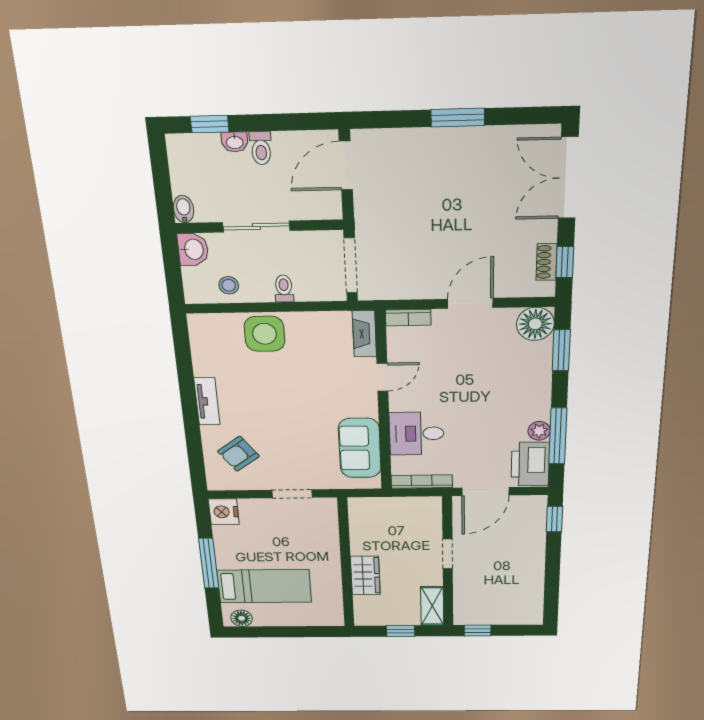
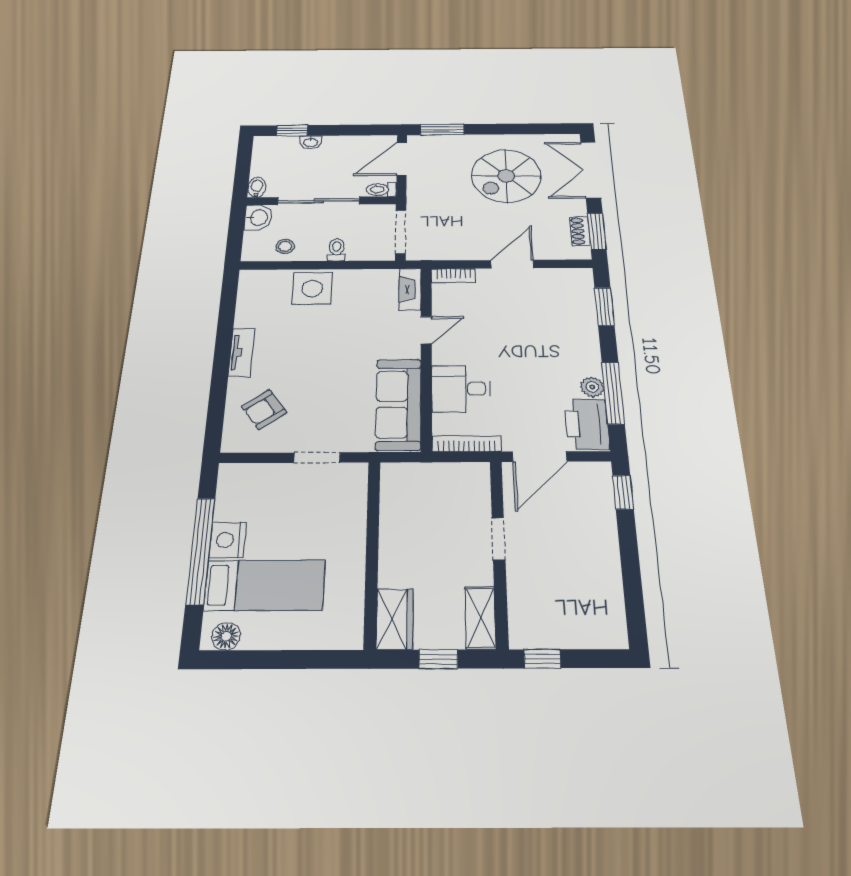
window: (458, 118) -> (442, 130), moved
toilet: (261, 148) -> (381, 190), moved, turned 90
spiral stairs: (469, 188) -> (506, 176), added
sliding door: (256, 226) -> (319, 201), width x1.37
window: (565, 262) -> (597, 231), width x1.50
floor lamp: (535, 324) -> (576, 282), removed
sofa: (360, 448) -> (398, 404), width x1.36
nightstand: (224, 512) -> (228, 540), moved
window: (209, 563) -> (201, 550), width x1.46
wardrobe: (365, 575) -> (395, 619), moved

